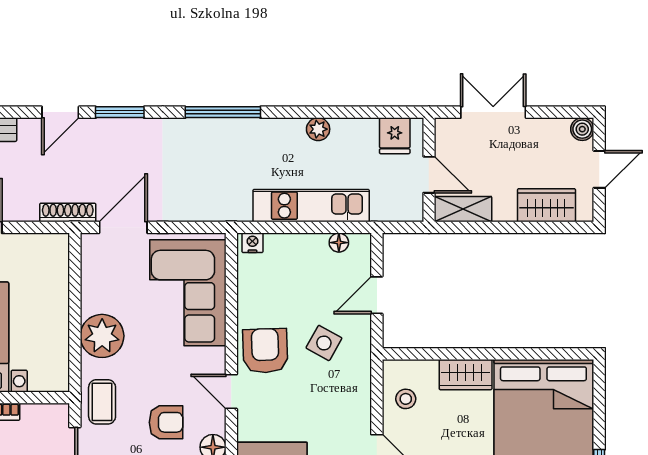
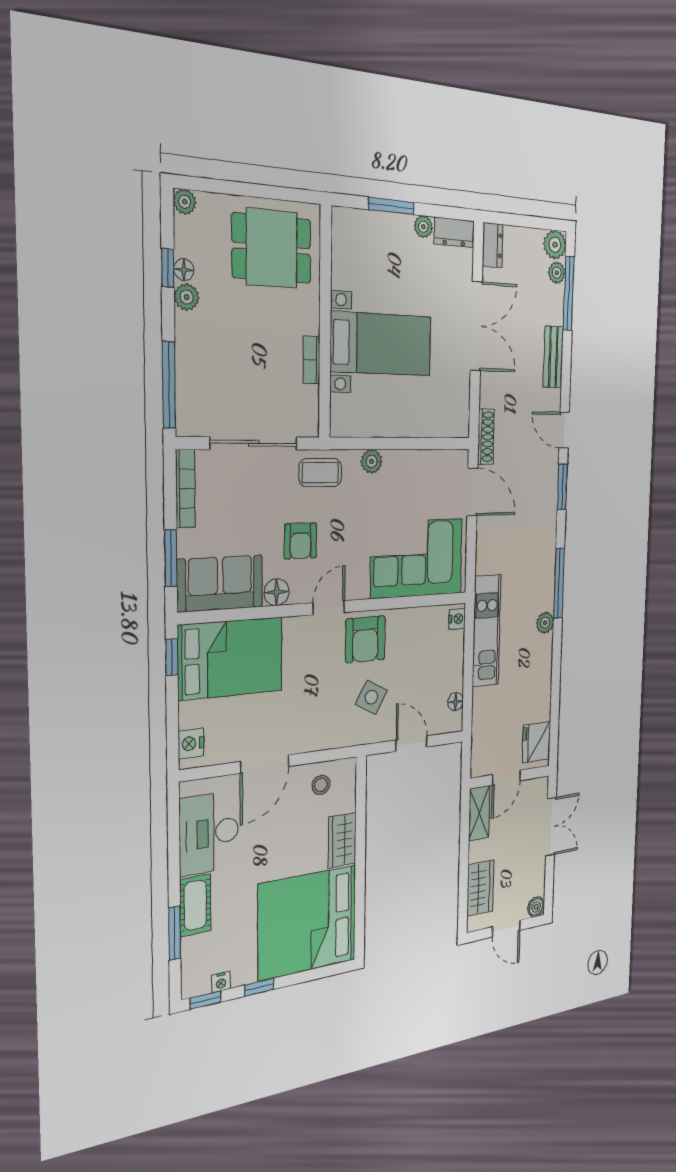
plant: (318, 129) -> (545, 623), moved
fridge: (395, 136) -> (537, 742), width x1.38
kitchen unit: (311, 206) -> (487, 631), moved
plant: (102, 336) -> (372, 461), width x0.53, depth x0.53
armchair: (265, 351) -> (365, 639), turned 92

